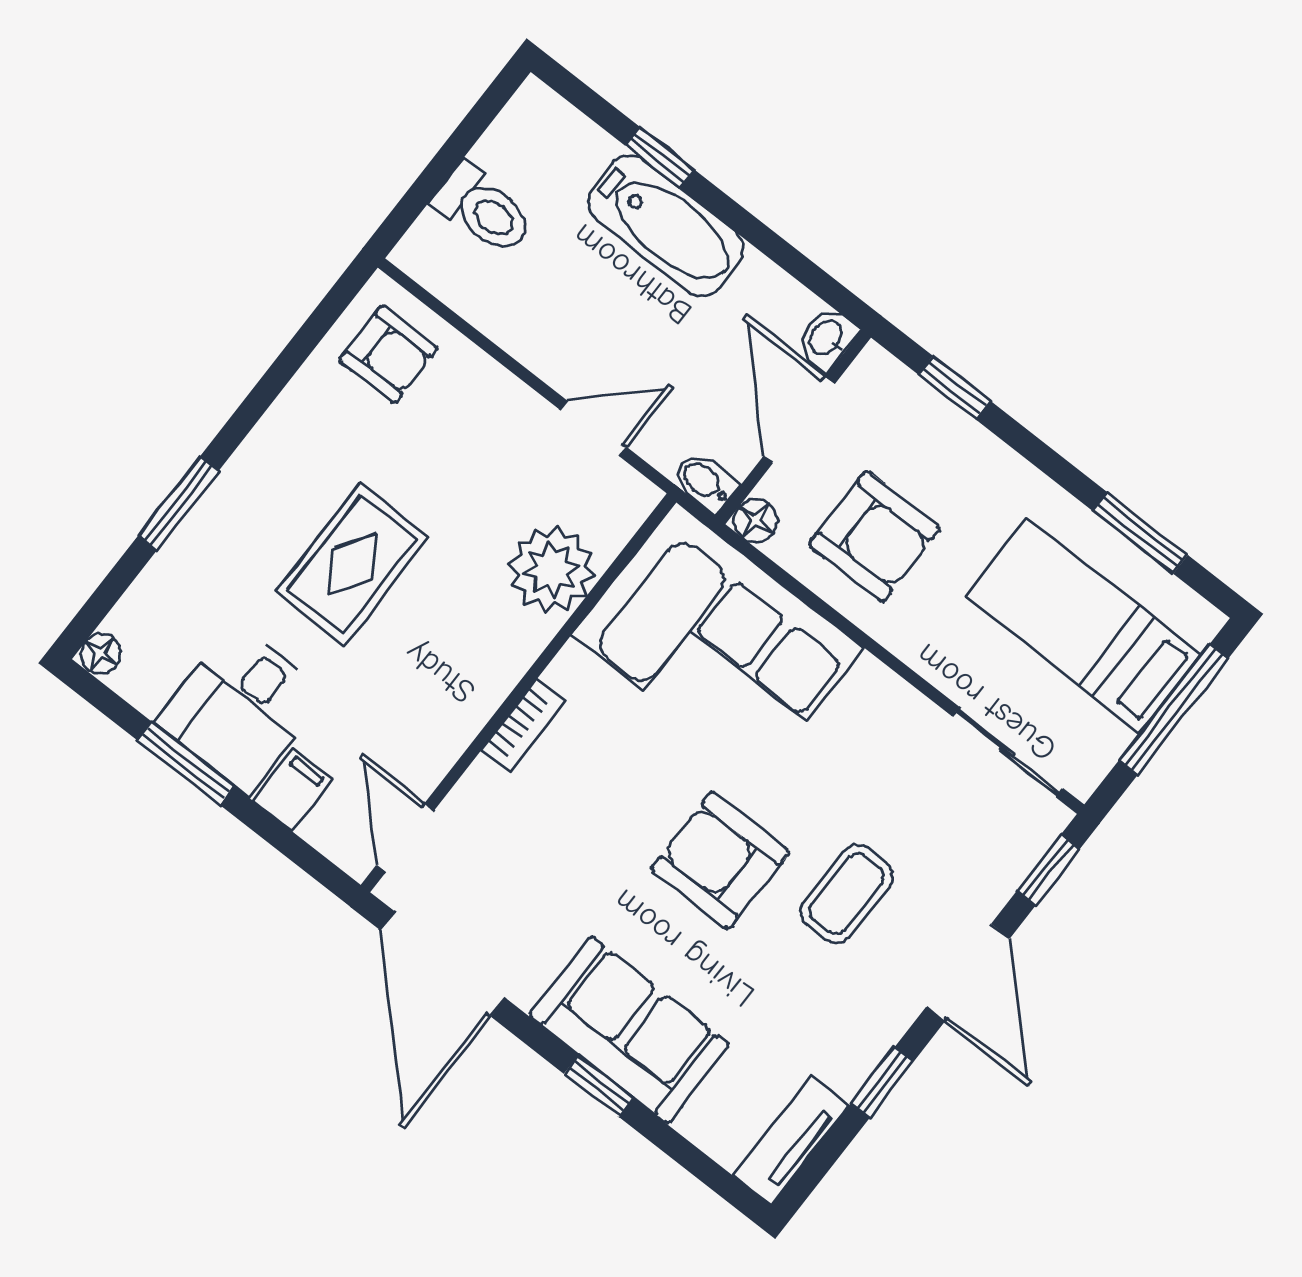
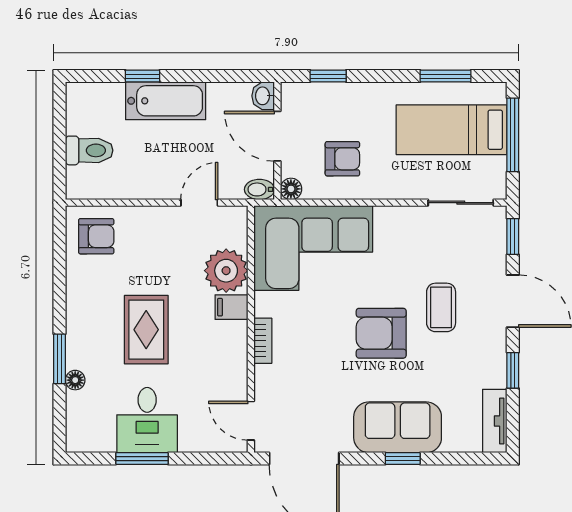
armchair: (874, 536) -> (342, 159), width x0.72, depth x0.72
floor lamp: (101, 654) -> (75, 380), moved
filing cabinet: (293, 790) -> (231, 307), moved, turned -90

